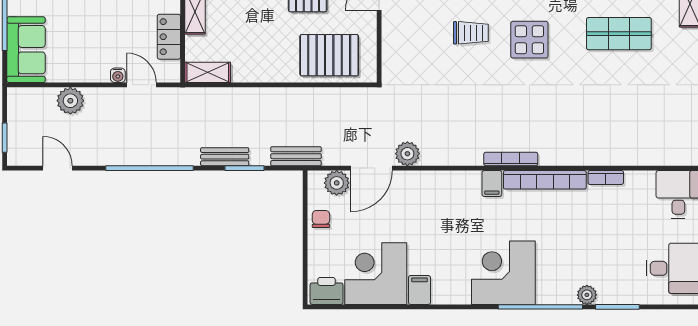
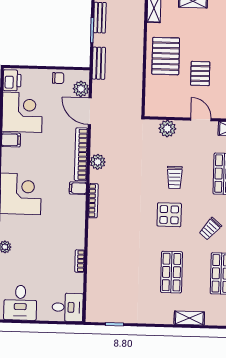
plant: (395, 46) -> (167, 129), added
pallet: (329, 55) -> (166, 56), moved
plant: (407, 154) -> (98, 162), moved
bookcase: (545, 180) -> (81, 154), moved

